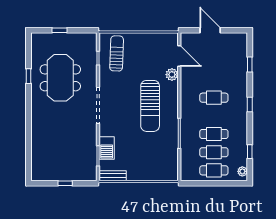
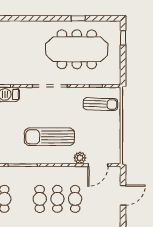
window: (60, 30) -> (123, 38), moved
meeting table: (60, 78) -> (77, 49), width x1.36
cafe table: (214, 80) -> (75, 199), added
cafe table: (214, 134) -> (40, 199), moved

